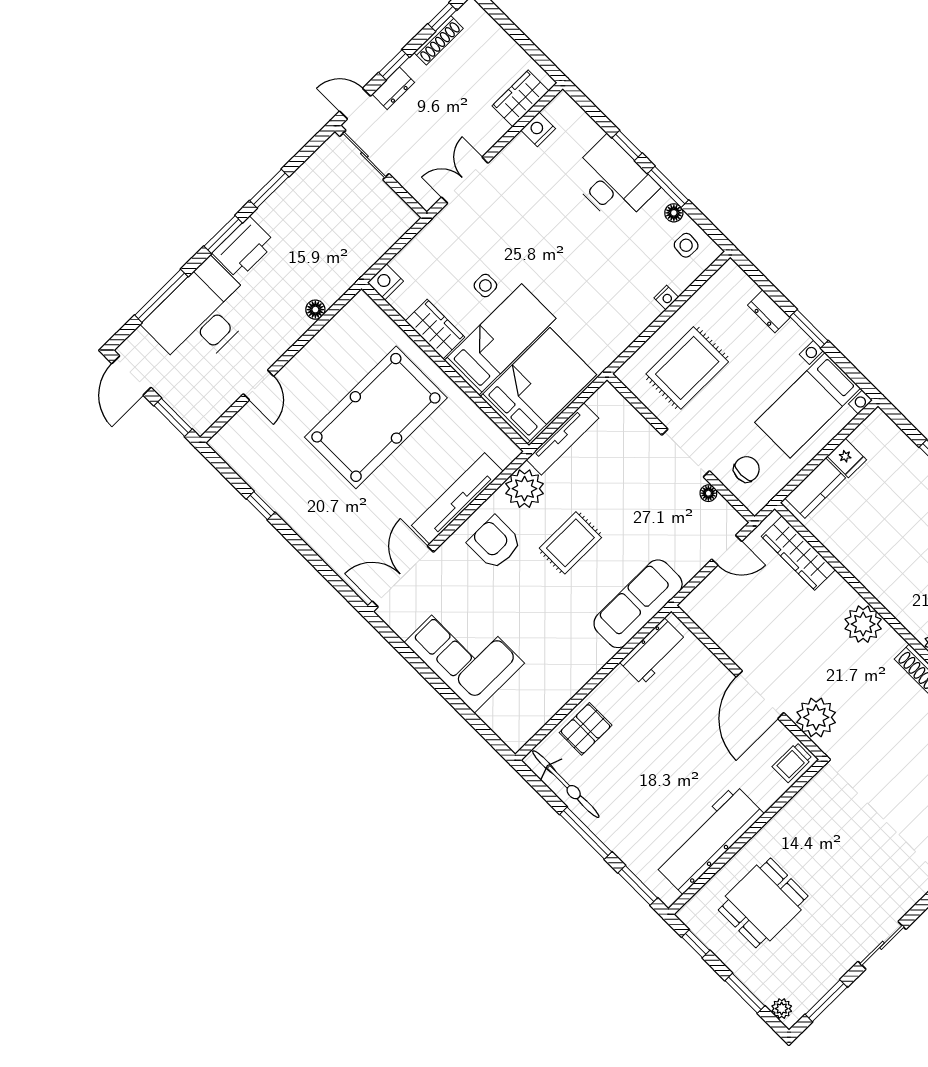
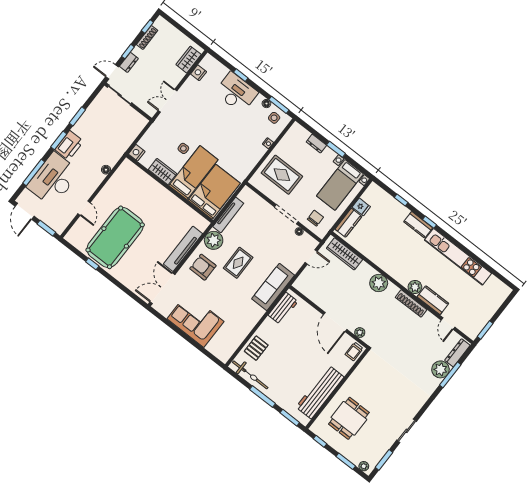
window: (668, 187) -> (279, 105), moved
rug: (687, 368) -> (282, 175), turned 90
pool table: (376, 417) -> (115, 237), moved
plant: (816, 717) -> (360, 333), width x0.53, depth x0.53

